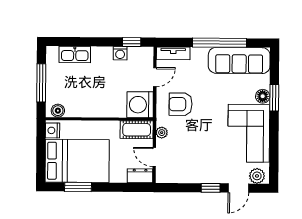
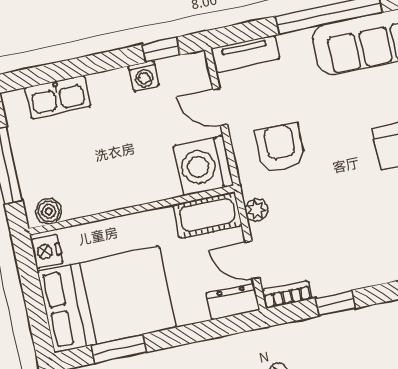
door: (155, 77) -> (220, 107), swing flipped
armchair: (181, 104) -> (280, 148), turned 90
bookcase: (168, 178) -> (287, 295), added
window: (211, 188) -> (335, 303), moved

